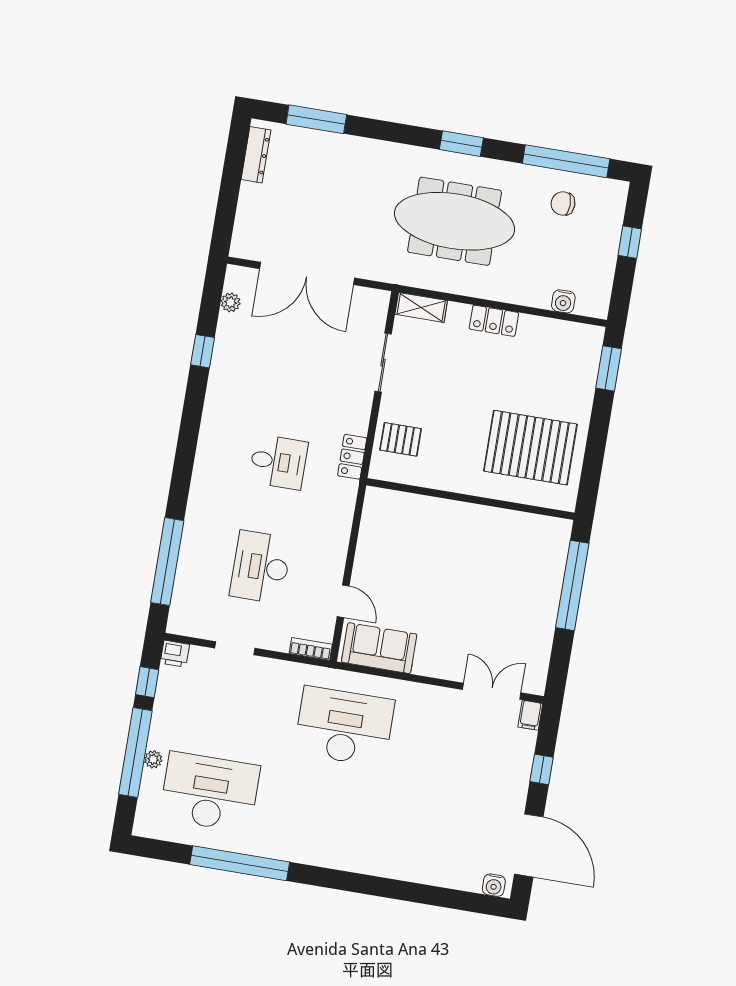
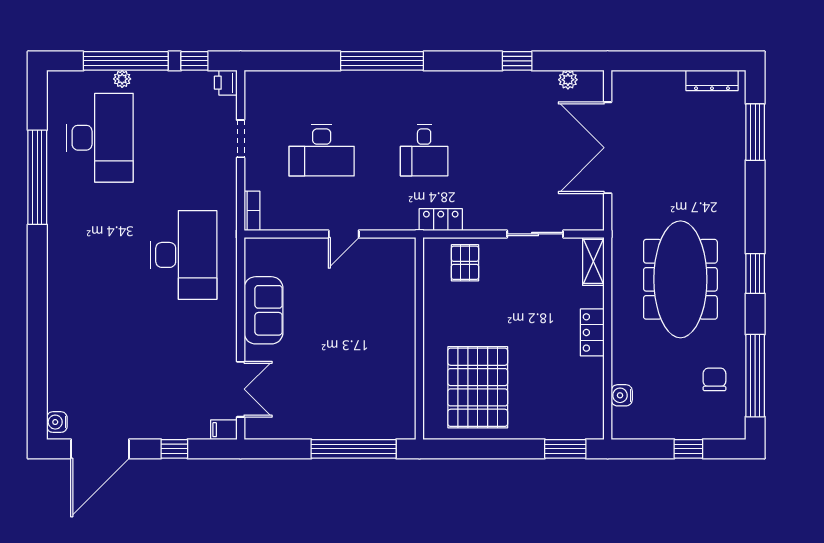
window: (167, 562) -> (382, 61), moved
desk: (261, 567) -> (322, 150), turned 180
door: (343, 601) -> (344, 234), moved
sofa: (379, 648) -> (264, 310), moved

